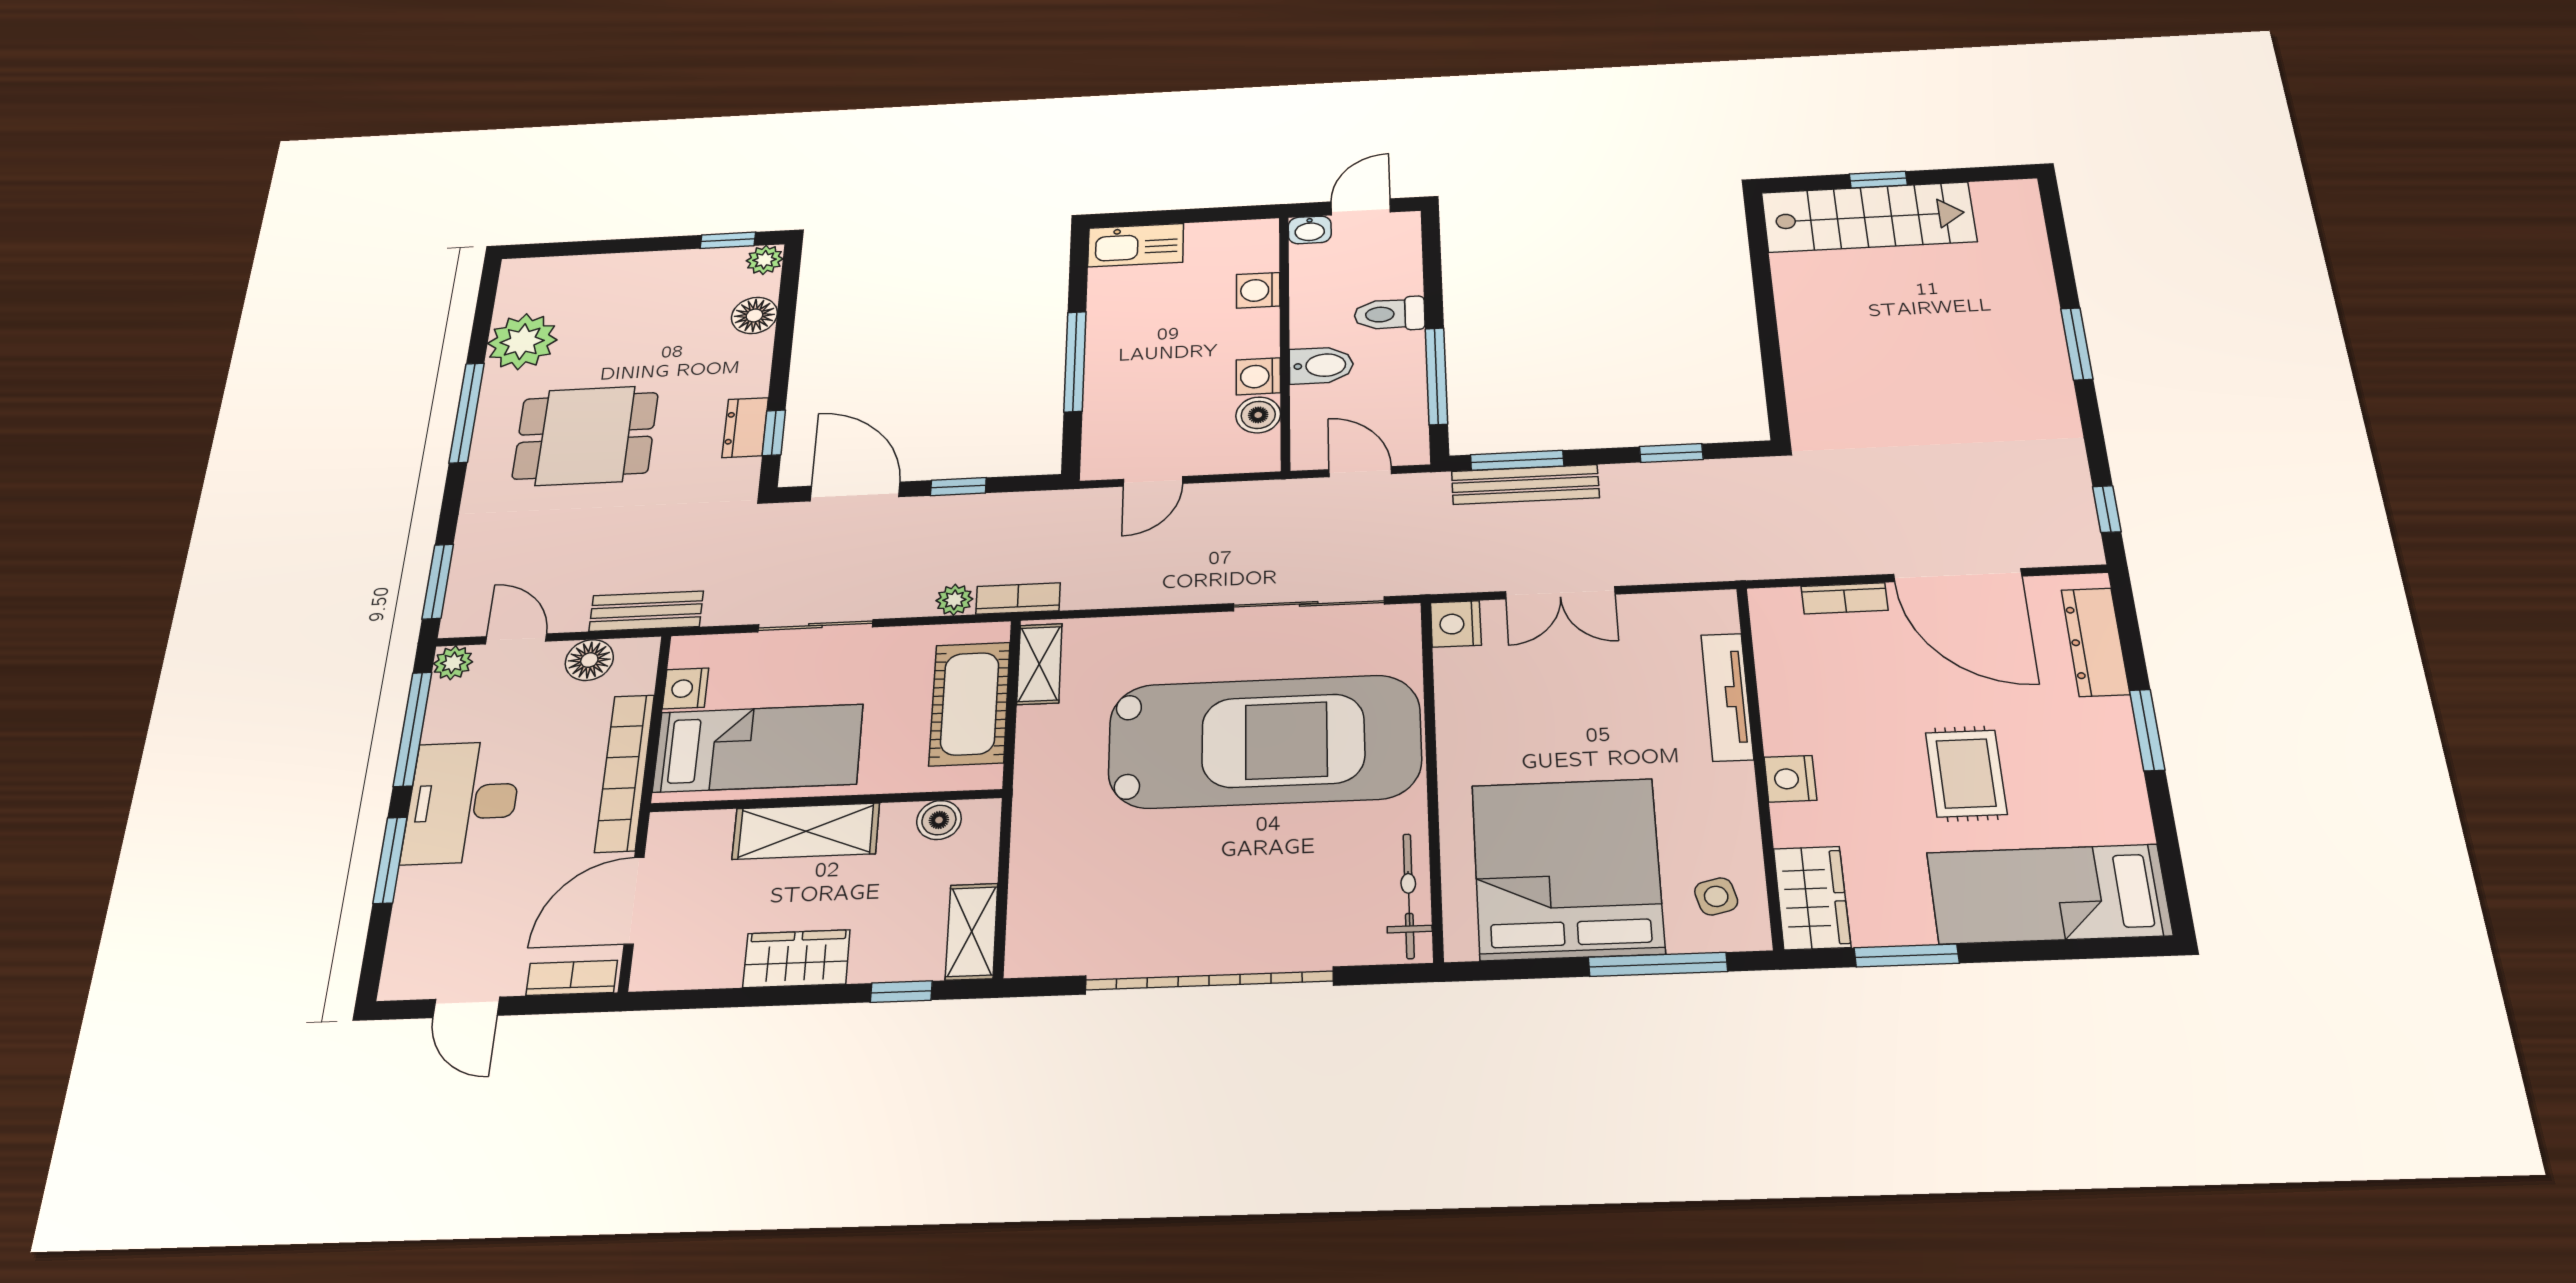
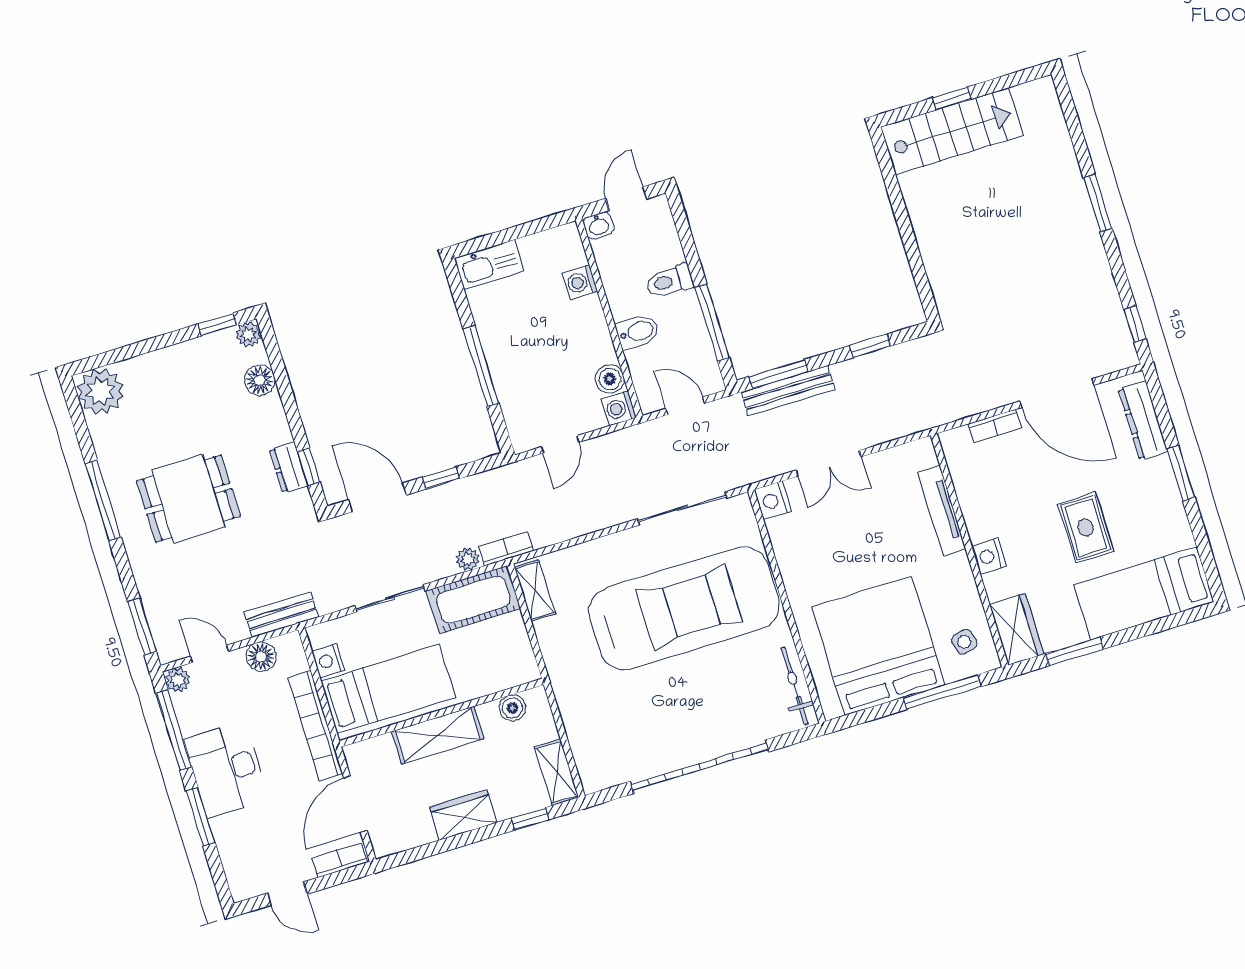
plant: (522, 342) -> (101, 391), moved
washing machine: (1258, 376) -> (619, 408), moved
cot: (970, 704) -> (473, 600), moved, turned 90

